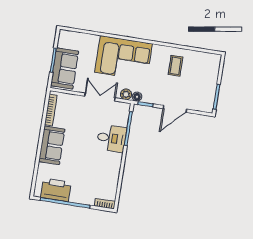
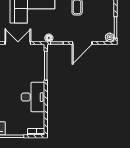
plant: (126, 94) -> (110, 37), moved
desk: (112, 138) -> (33, 97), moved, width x1.37

